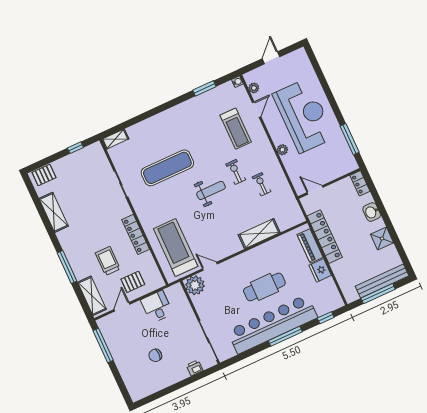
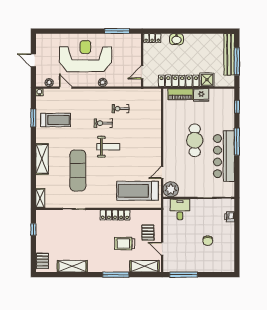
treadmill: (236, 129) -> (56, 120), moved
weight bench: (211, 190) -> (108, 147), turned 90
shelving: (259, 234) -> (42, 159), moved
shower: (382, 238) -> (207, 80), moved
desk: (157, 307) -> (180, 209), moved, turned 90
bar counter: (272, 324) -> (224, 156), width x0.73

